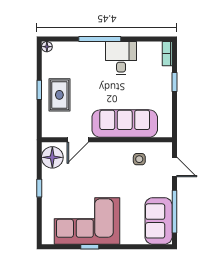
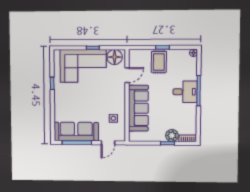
desk: (121, 58) -> (185, 92), moved
plant: (163, 76) -> (172, 135), added
rug: (59, 95) -> (159, 62), turned 90
door: (78, 140) -> (127, 75), swing flipped
corner sofa: (87, 221) -> (83, 66), moved, turned 90
sofa: (159, 221) -> (76, 132), width x1.36

